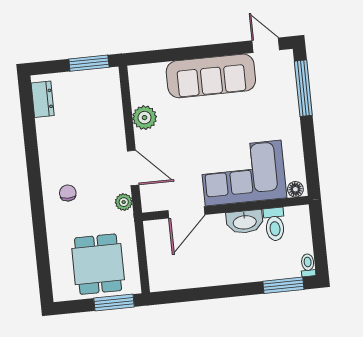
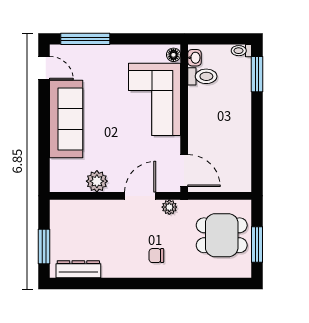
door: (266, 45) -> (44, 68), swing flipped
window: (89, 63) -> (44, 247), moved
dresser: (43, 99) -> (78, 269), width x1.44
door: (186, 212) -> (184, 171), moved
washbasin: (245, 222) -> (195, 58), moved, width x0.52, depth x0.69
window: (114, 303) -> (257, 244), moved

